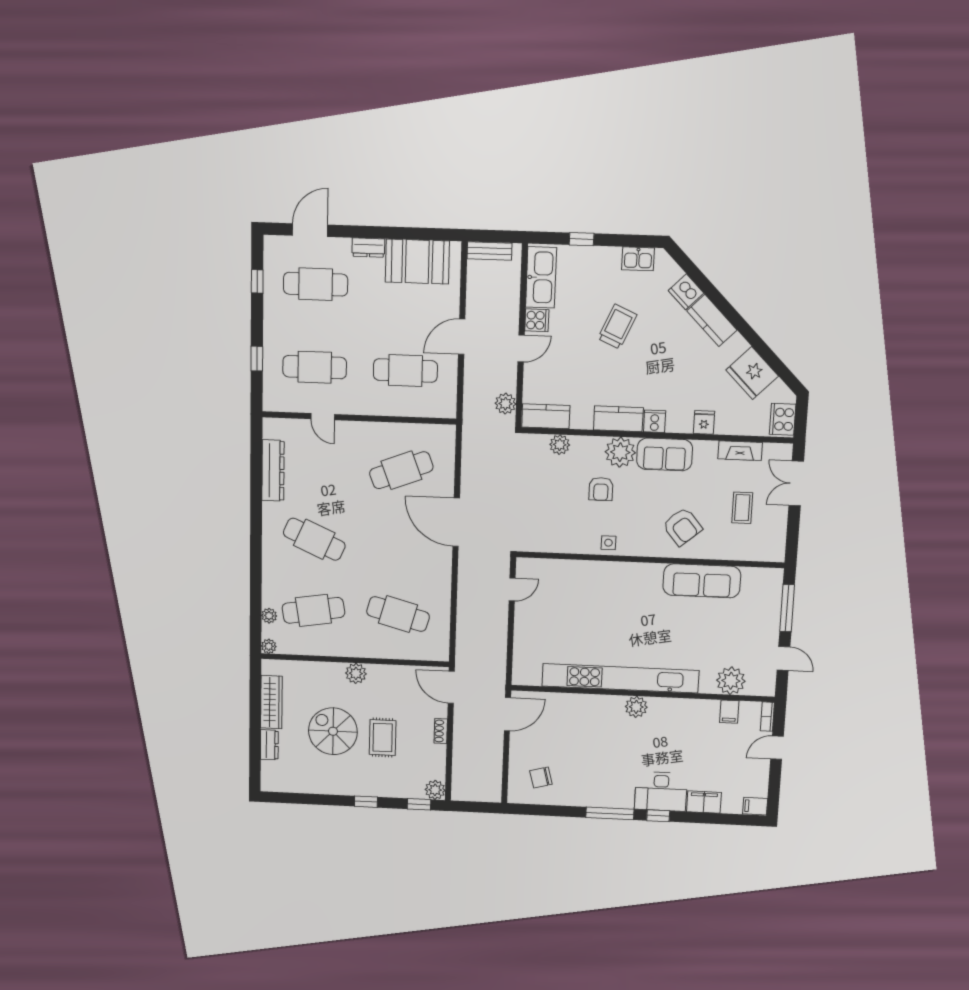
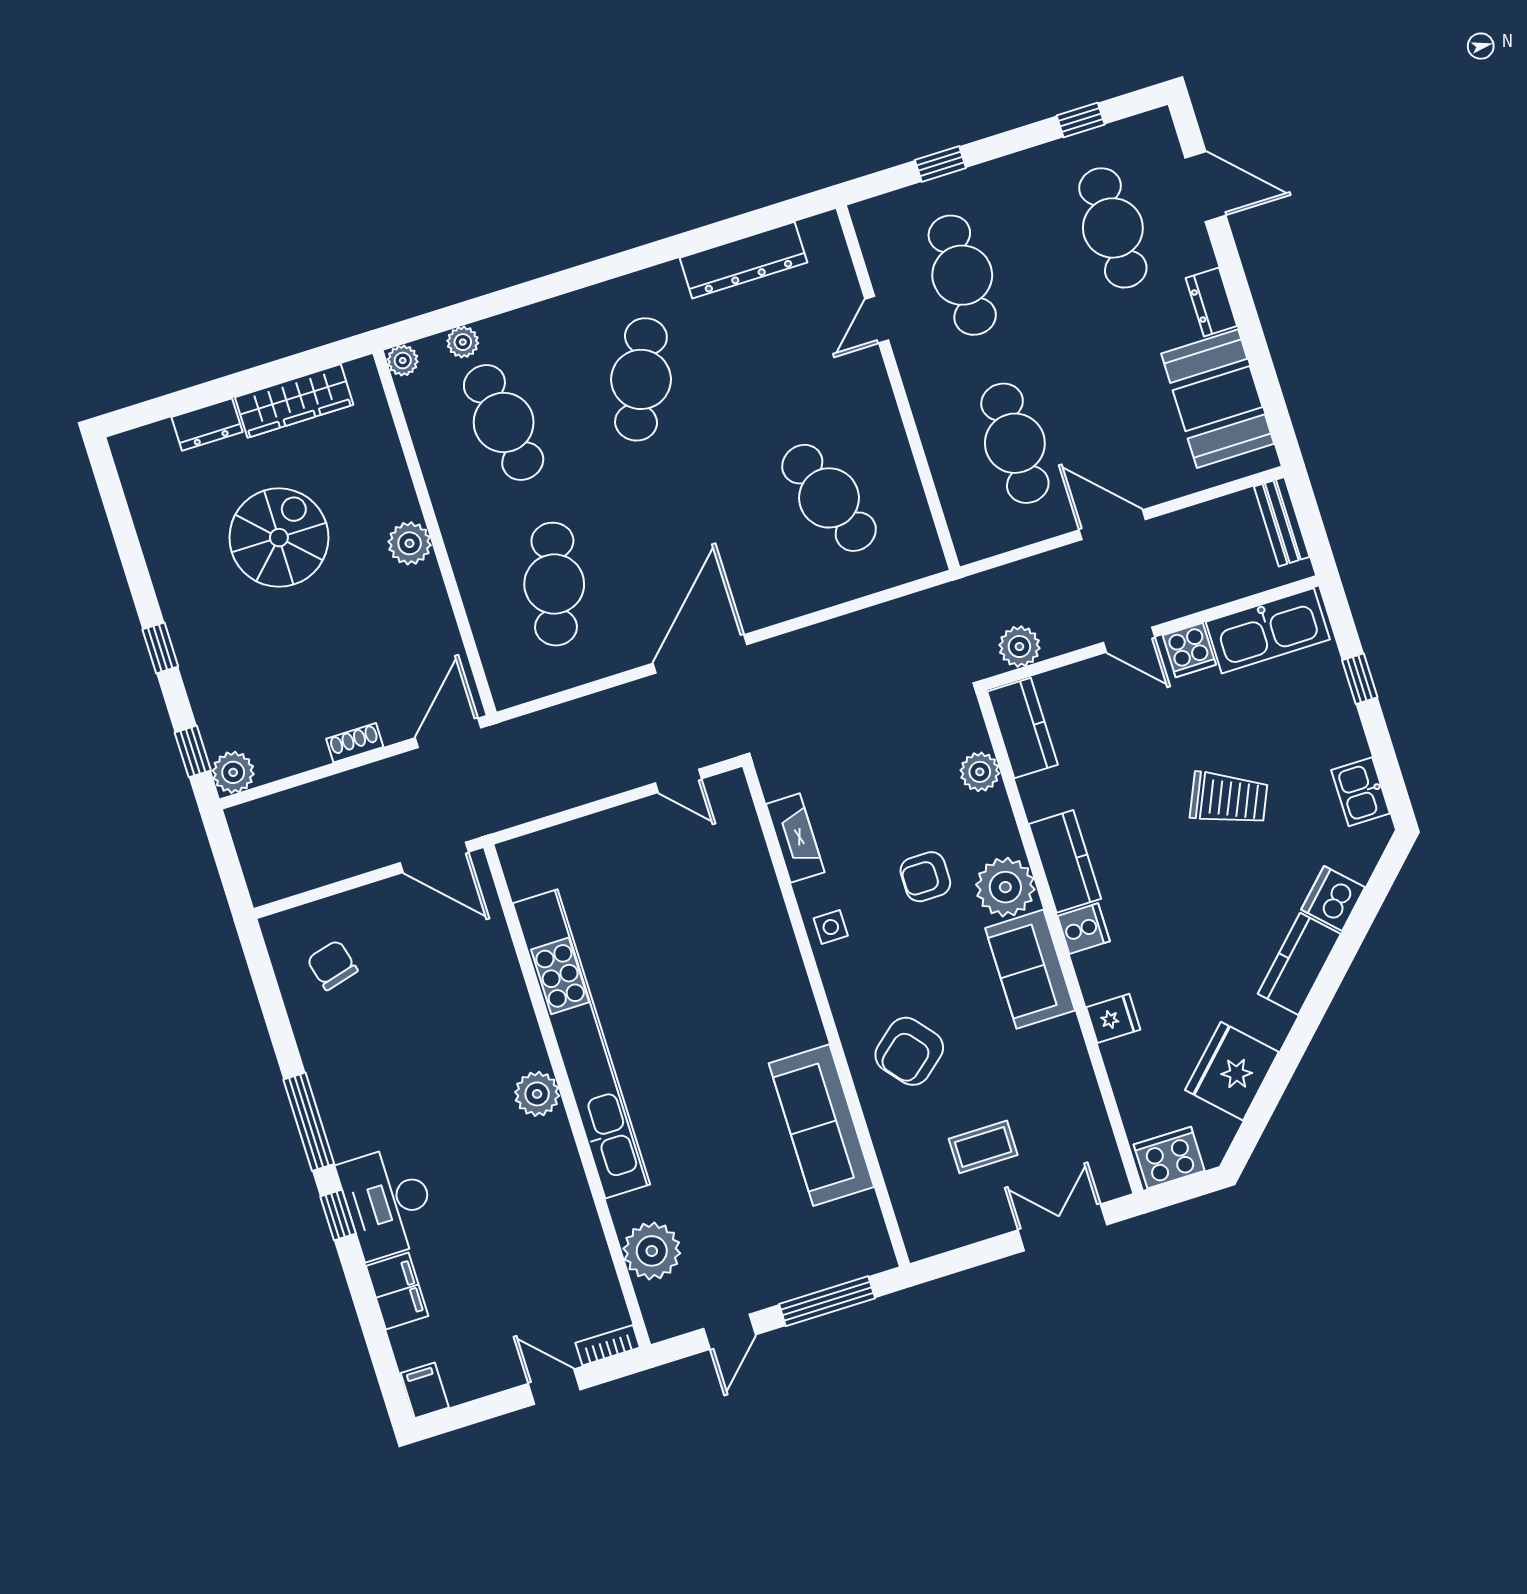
fireplace: (740, 451) -> (795, 838), moved, turned 180
door: (456, 522) -> (700, 654), moved
filing cabinet: (729, 712) -> (591, 1271), removed
rug: (383, 738) -> (301, 636), removed

